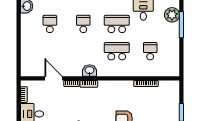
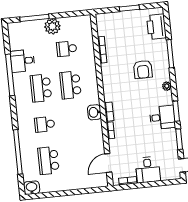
plant: (172, 15) -> (52, 26), moved
school desk: (50, 24) -> (48, 161), width x1.85
door: (54, 78) -> (108, 163), moved

